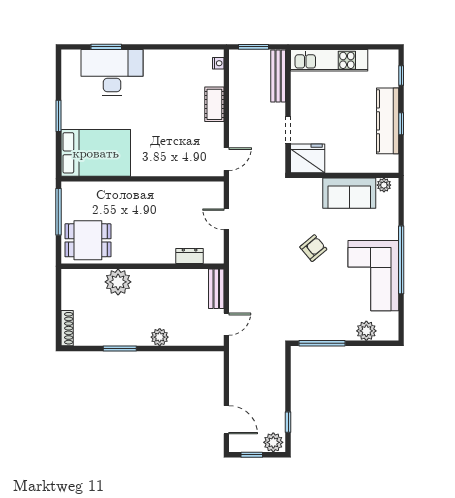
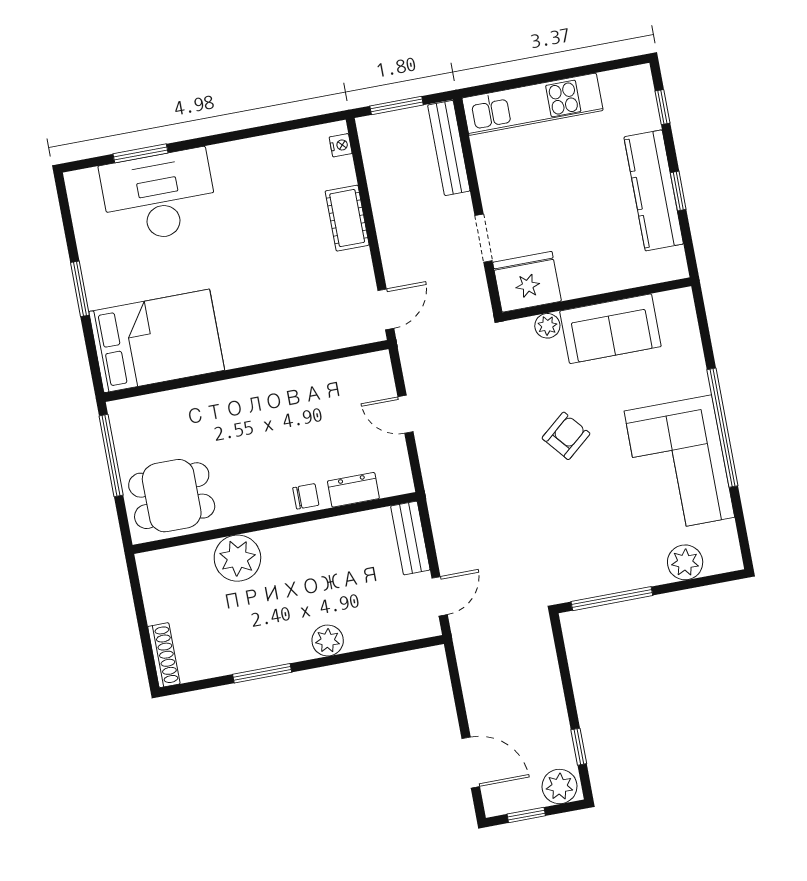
plant: (384, 185) -> (547, 326), moved
chair: (162, 255) -> (306, 496), added

